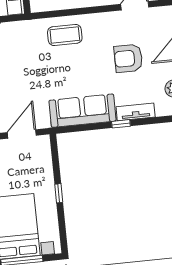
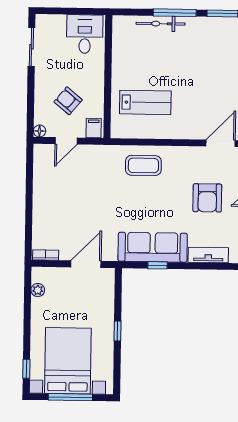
armchair: (128, 58) -> (207, 198), turned -90
window: (121, 124) -> (158, 265), moved

